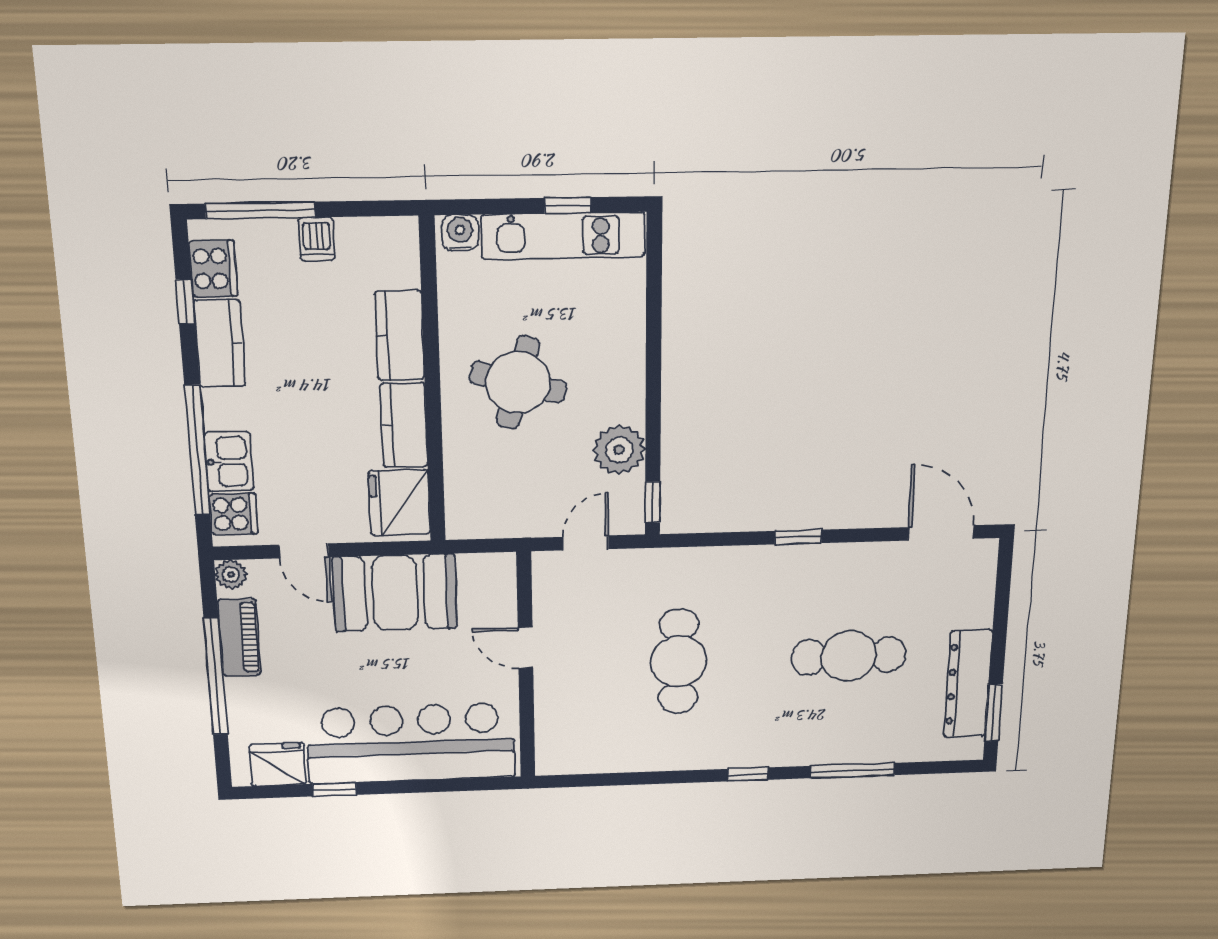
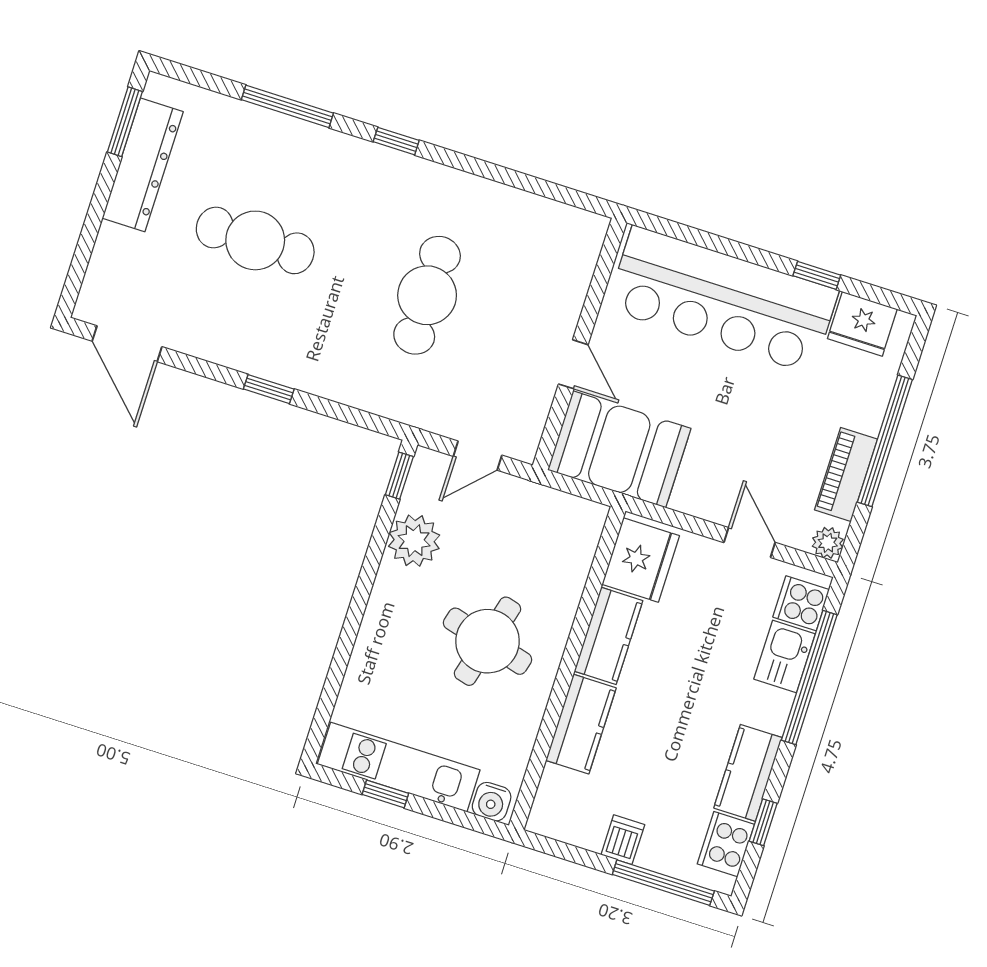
booth: (395, 593) -> (619, 449), moved

